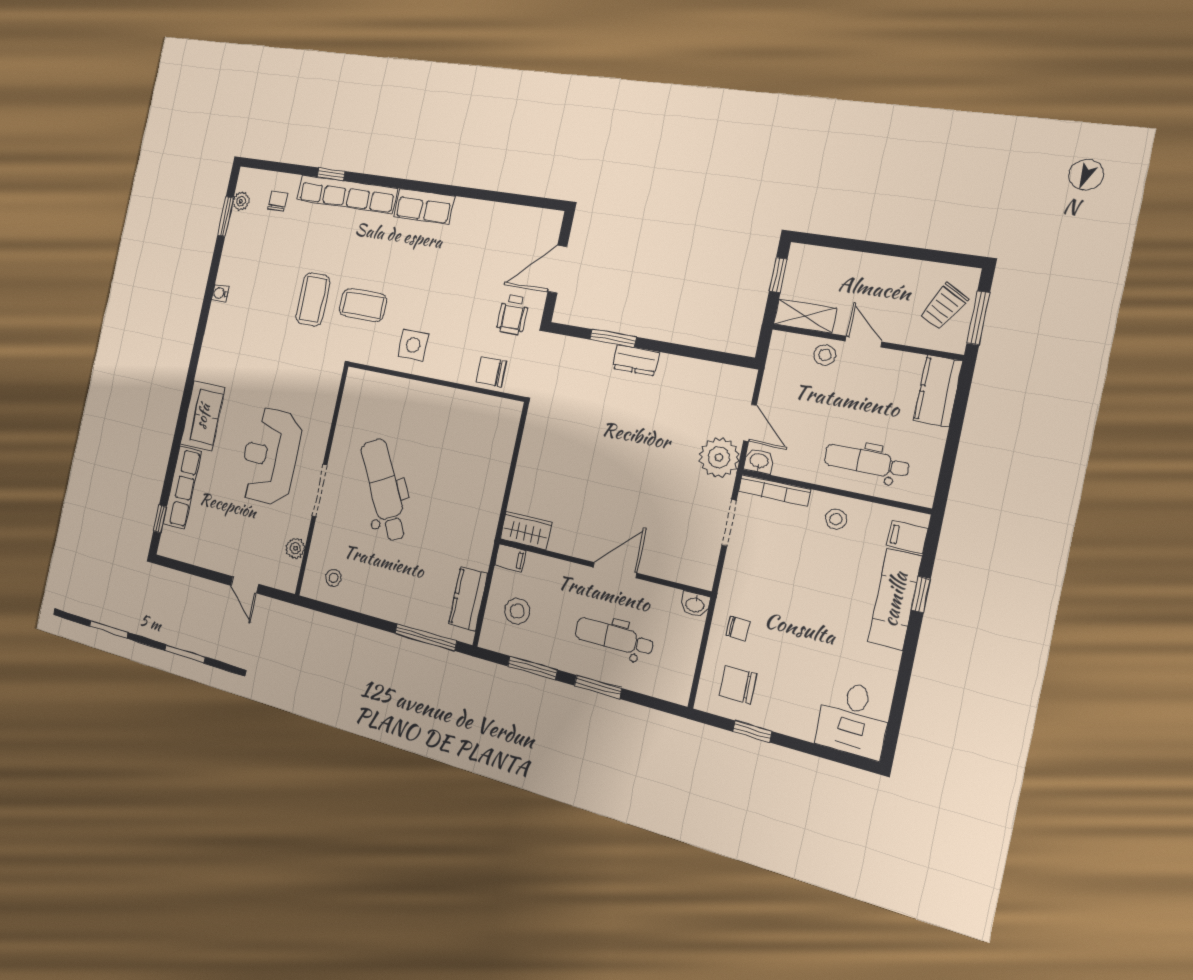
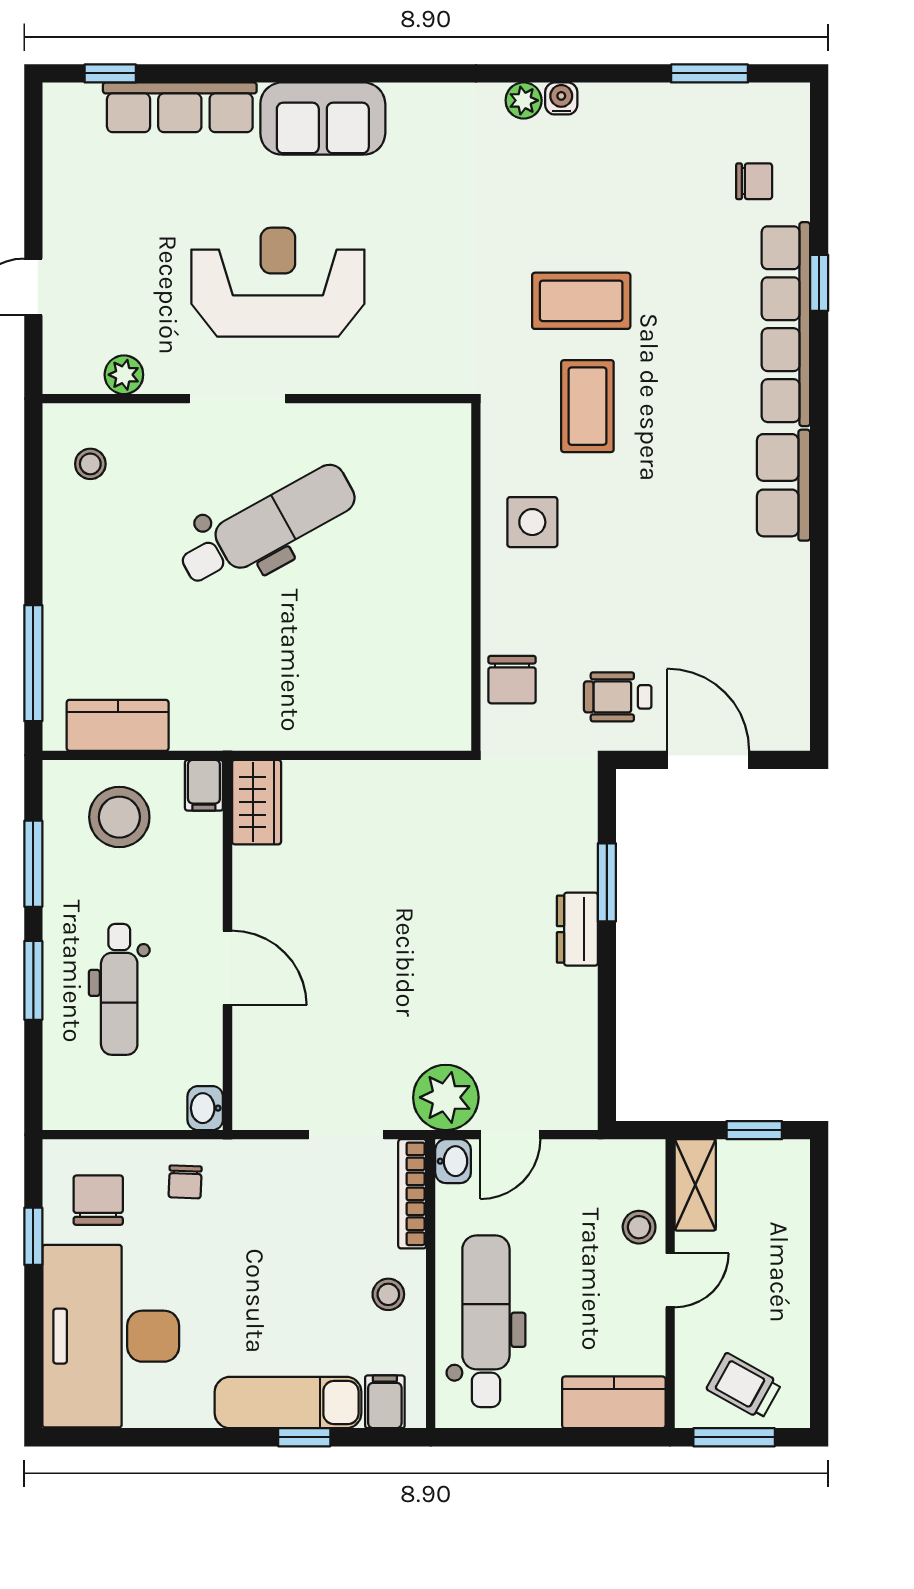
plant: (241, 201) -> (524, 100), moved
chair: (491, 372) -> (512, 680), turned 180
dental chair: (866, 462) -> (486, 1321), width x1.36, depth x1.38
stool: (517, 611) -> (119, 817), width x1.38, depth x1.38
dental chair: (614, 637) -> (119, 989), turned 180
desk: (853, 719) -> (111, 1336), width x1.87, depth x1.30

